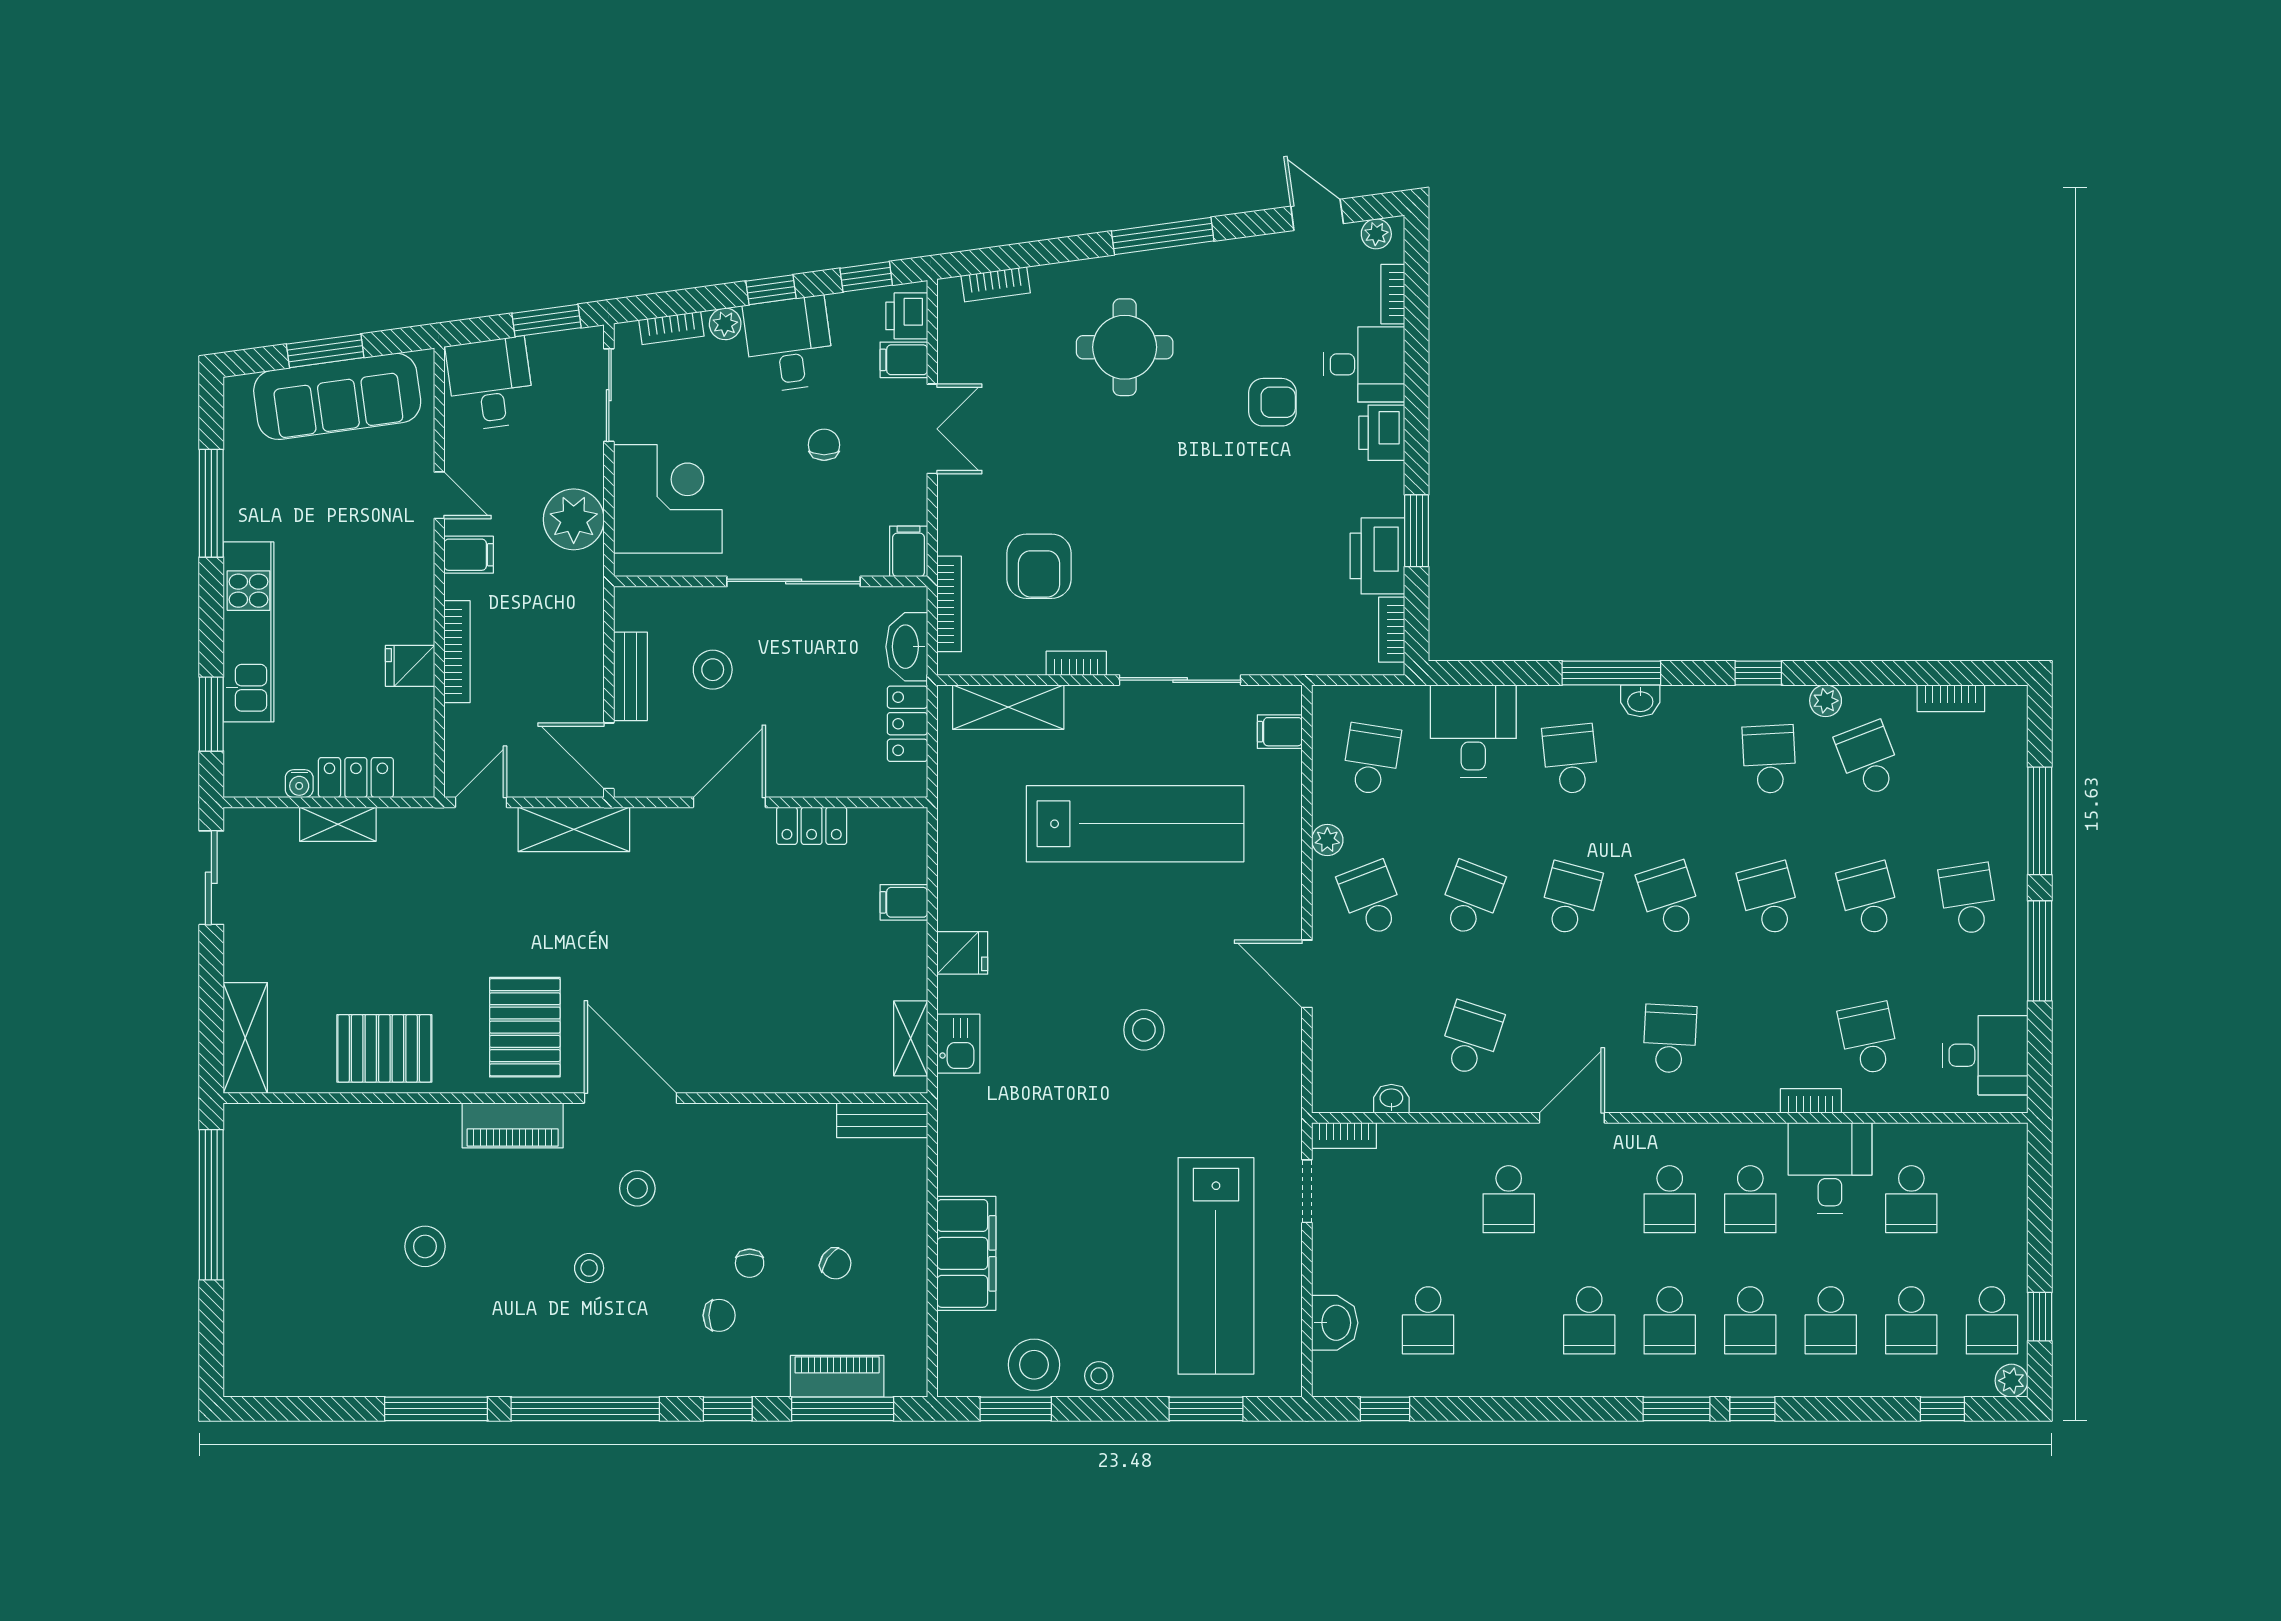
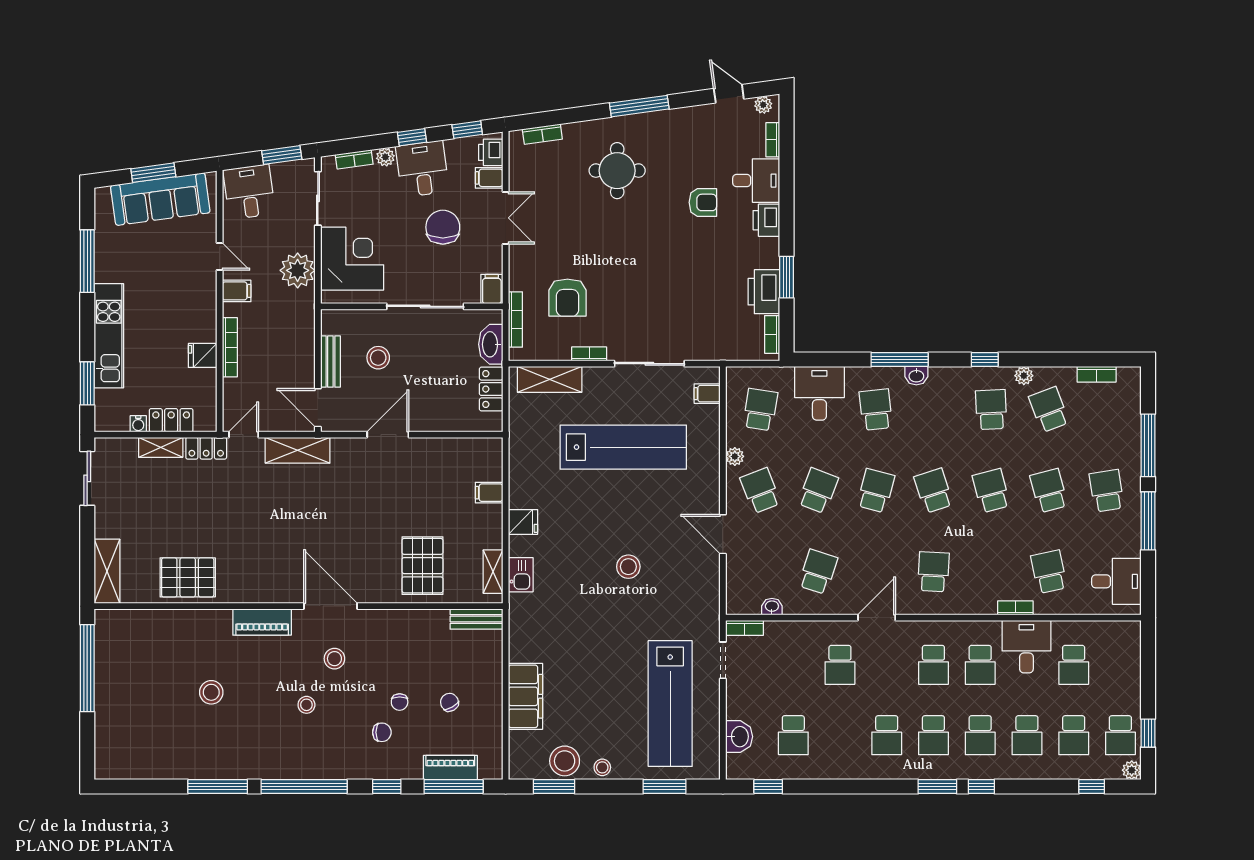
chair: (824, 445) -> (443, 227), width x1.87, depth x1.87
locker: (812, 826) -> (206, 448), moved
pallet: (525, 1027) -> (422, 566), moved
chair: (836, 1264) -> (449, 702), turned -153

